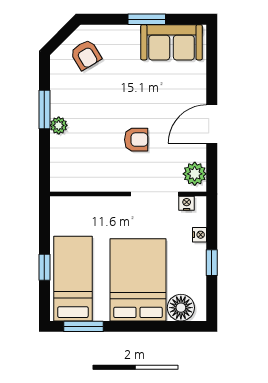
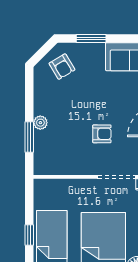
window: (147, 19) -> (91, 38), moved
window: (44, 110) -> (29, 137), moved

